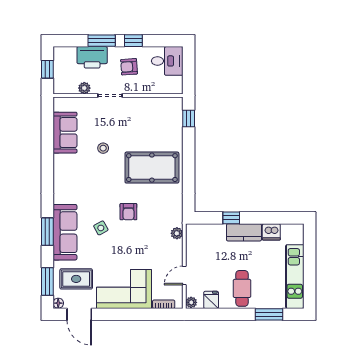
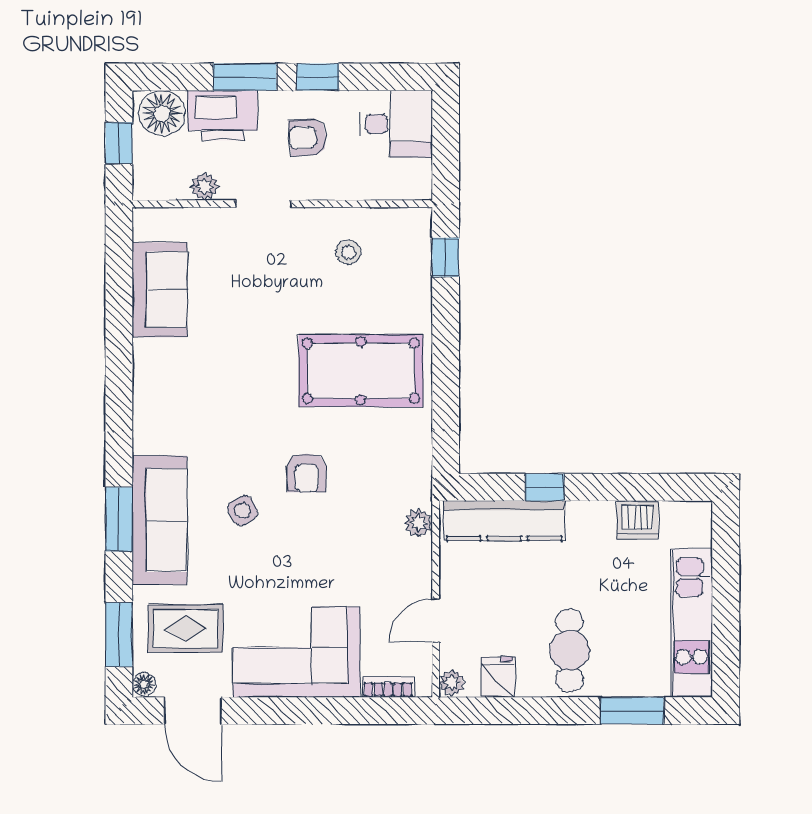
floor lamp: (66, 56) -> (162, 113), added
stool: (103, 148) -> (348, 252), moved
kitchen counter: (244, 232) -> (504, 521), moved, width x1.50

